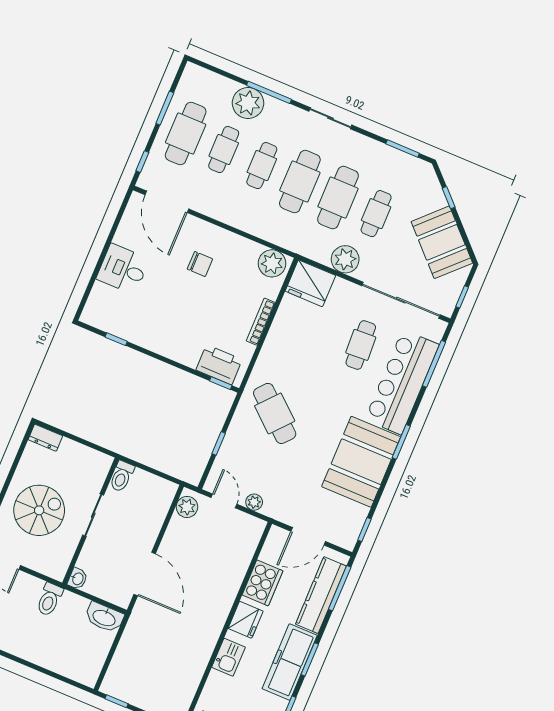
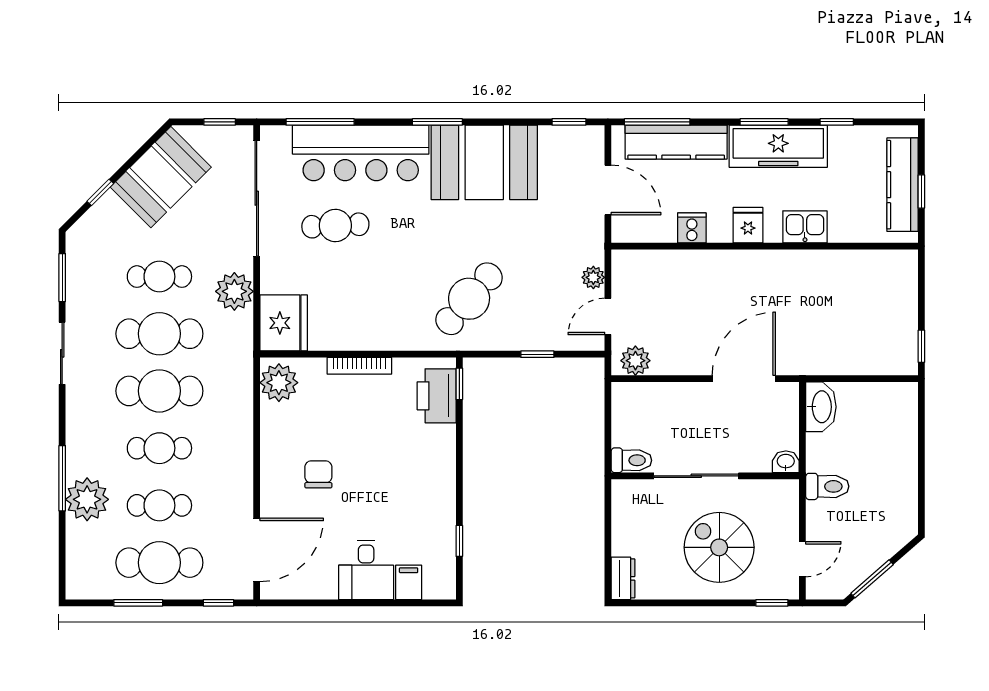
sliding door: (330, 118) -> (62, 353), moved
filing cabinet: (103, 294) -> (409, 582), added
sliding door: (93, 515) -> (696, 476), width x1.37
cooker: (263, 583) -> (692, 228), width x0.53, depth x0.76
fridge: (246, 620) -> (748, 225), width x0.72

